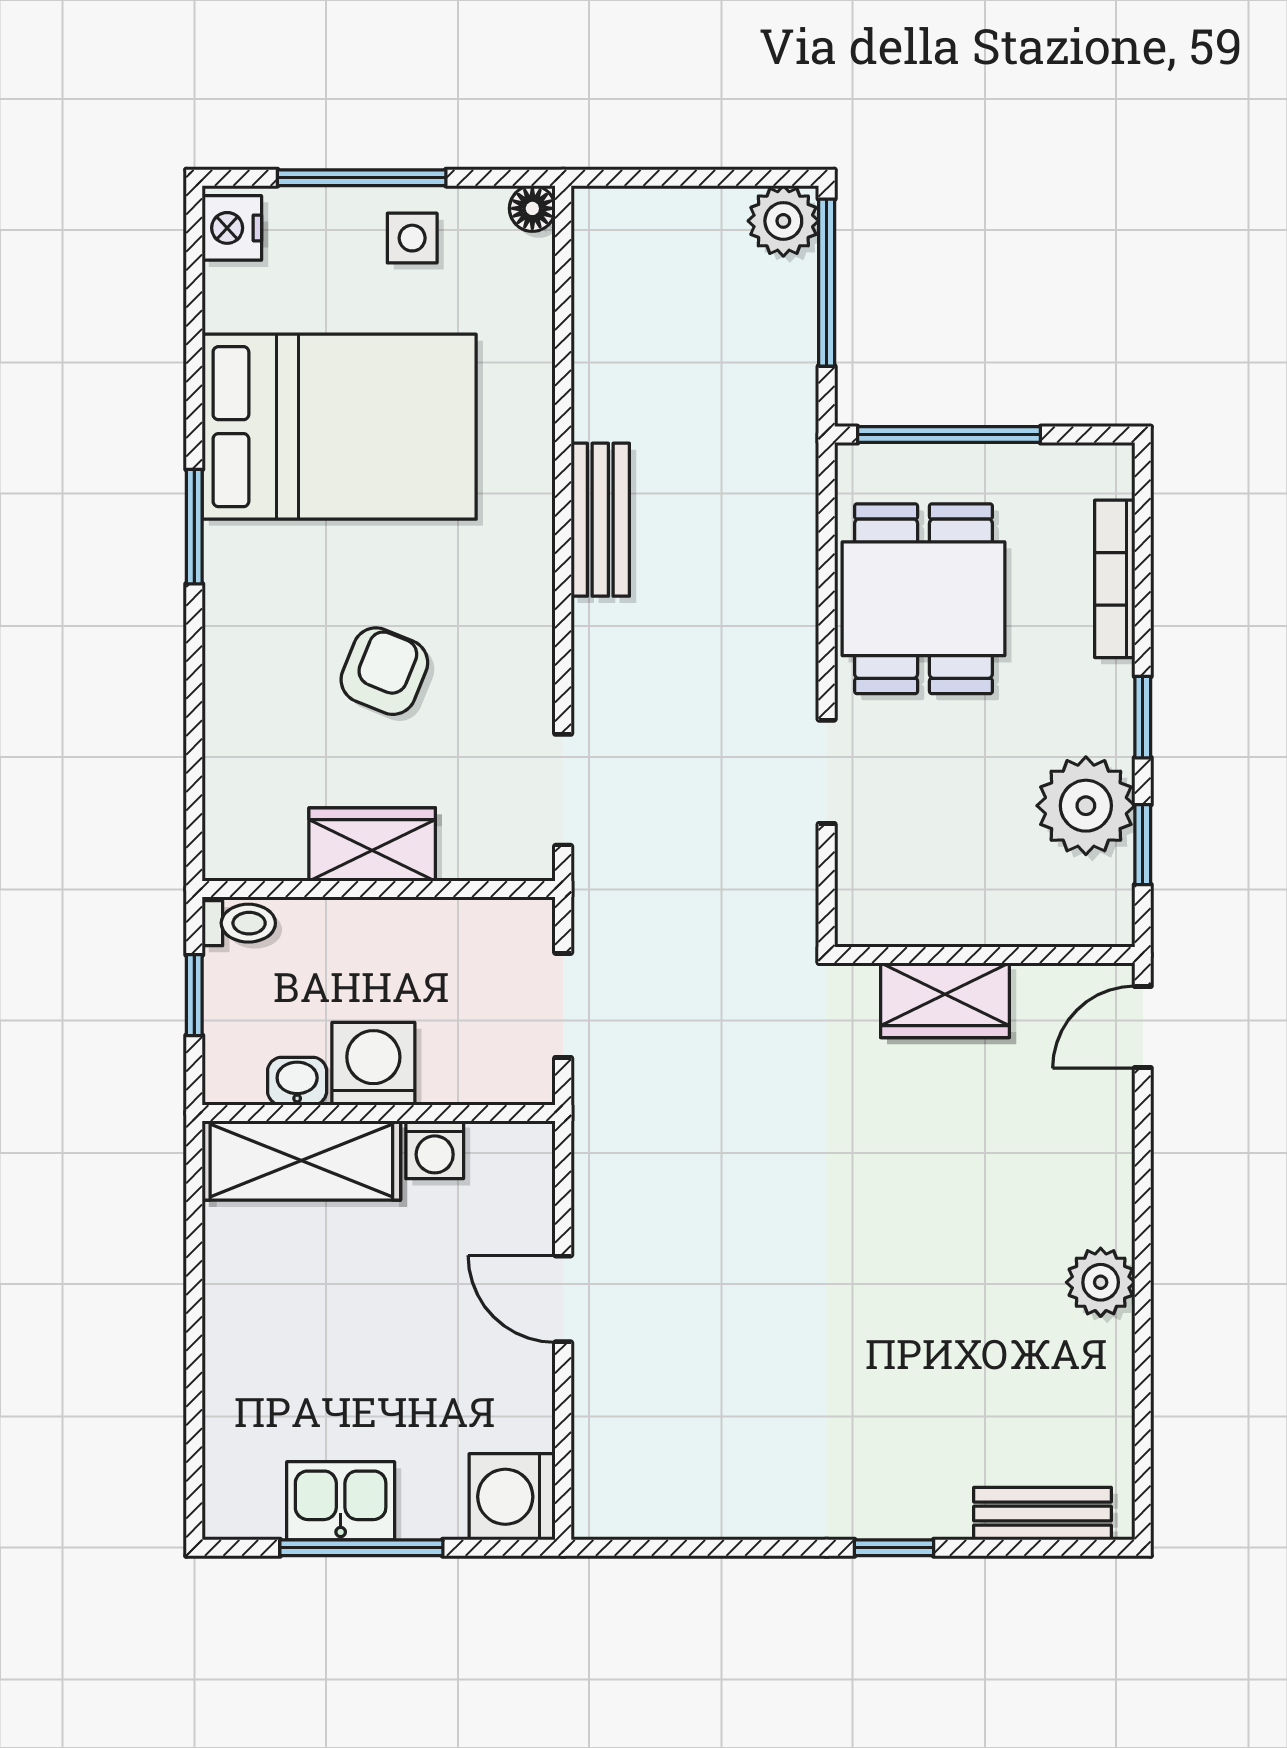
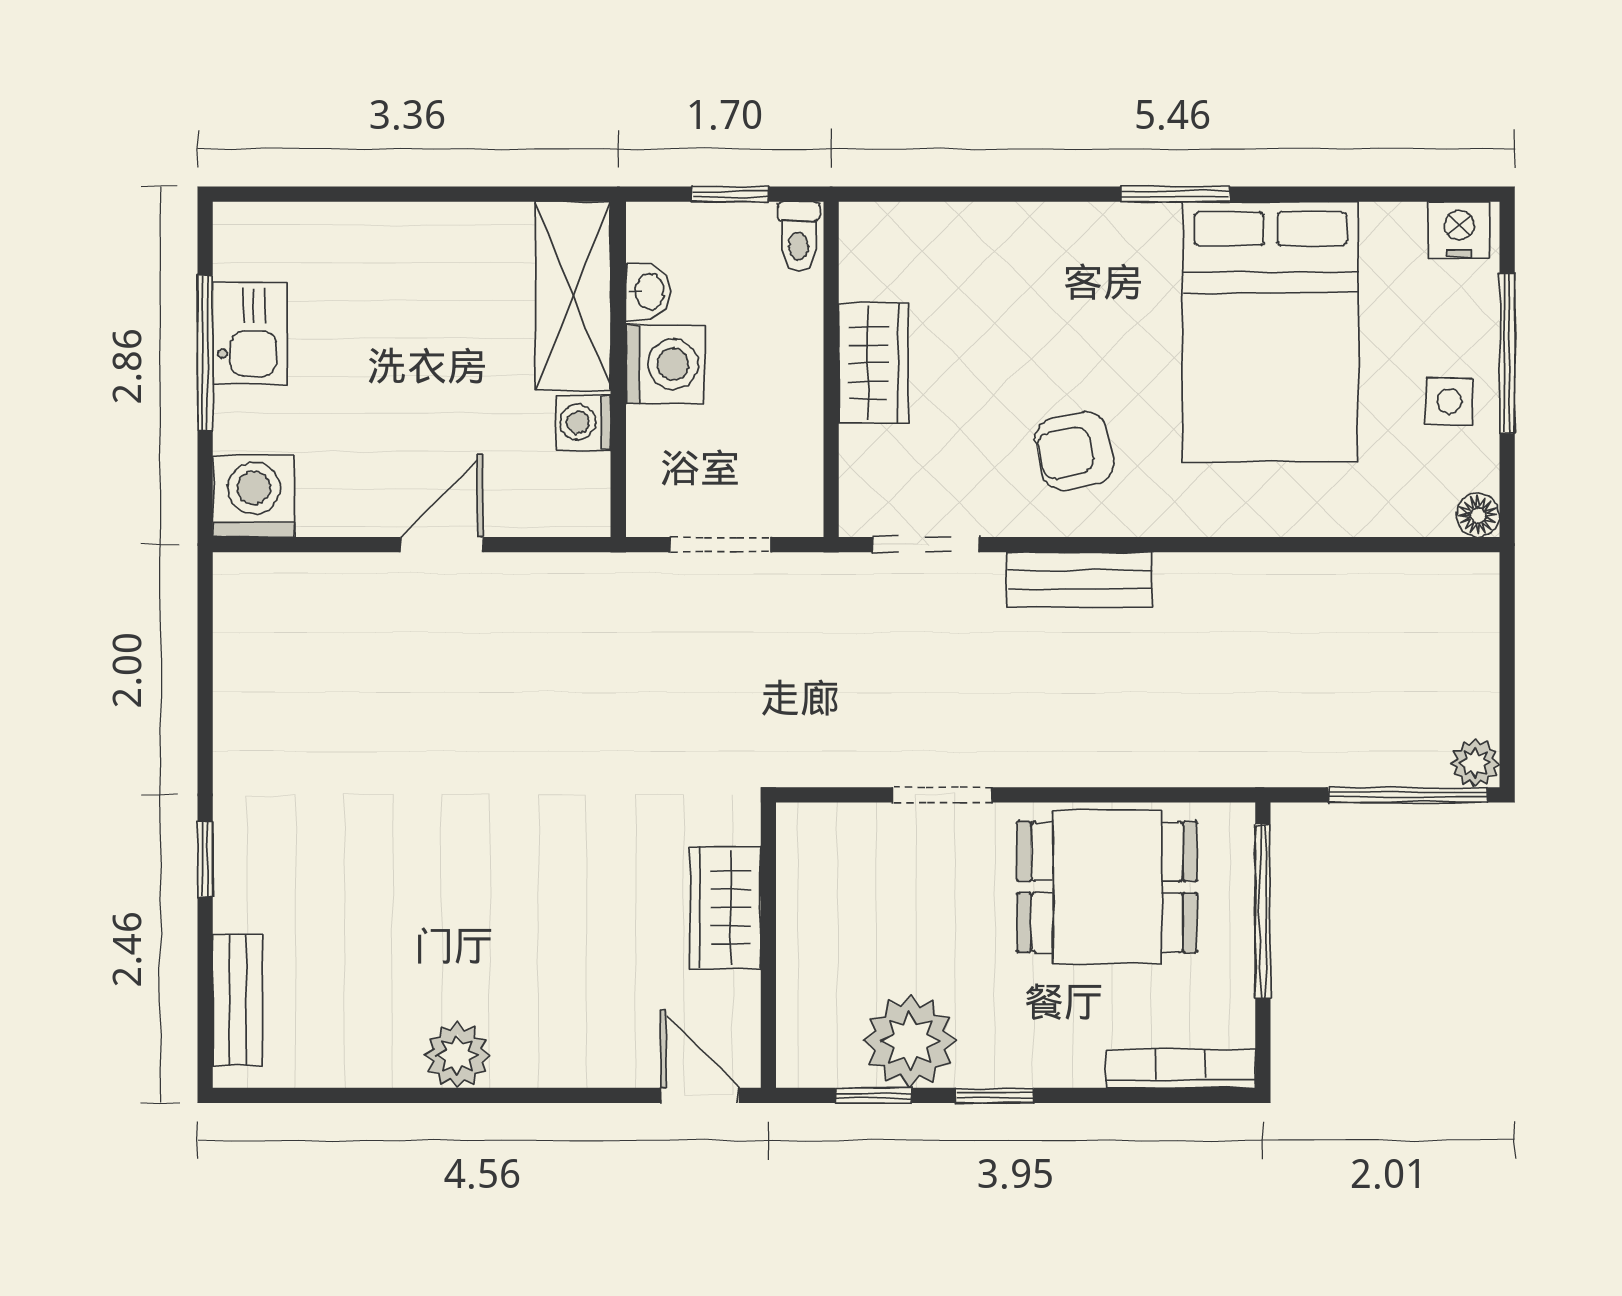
plant: (783, 221) -> (1475, 763), width x0.73, depth x0.73
bench: (600, 520) -> (1080, 580), moved
bookcase: (1115, 579) -> (1181, 1069), moved
armchair: (384, 671) -> (1074, 451), moved, turned 146

